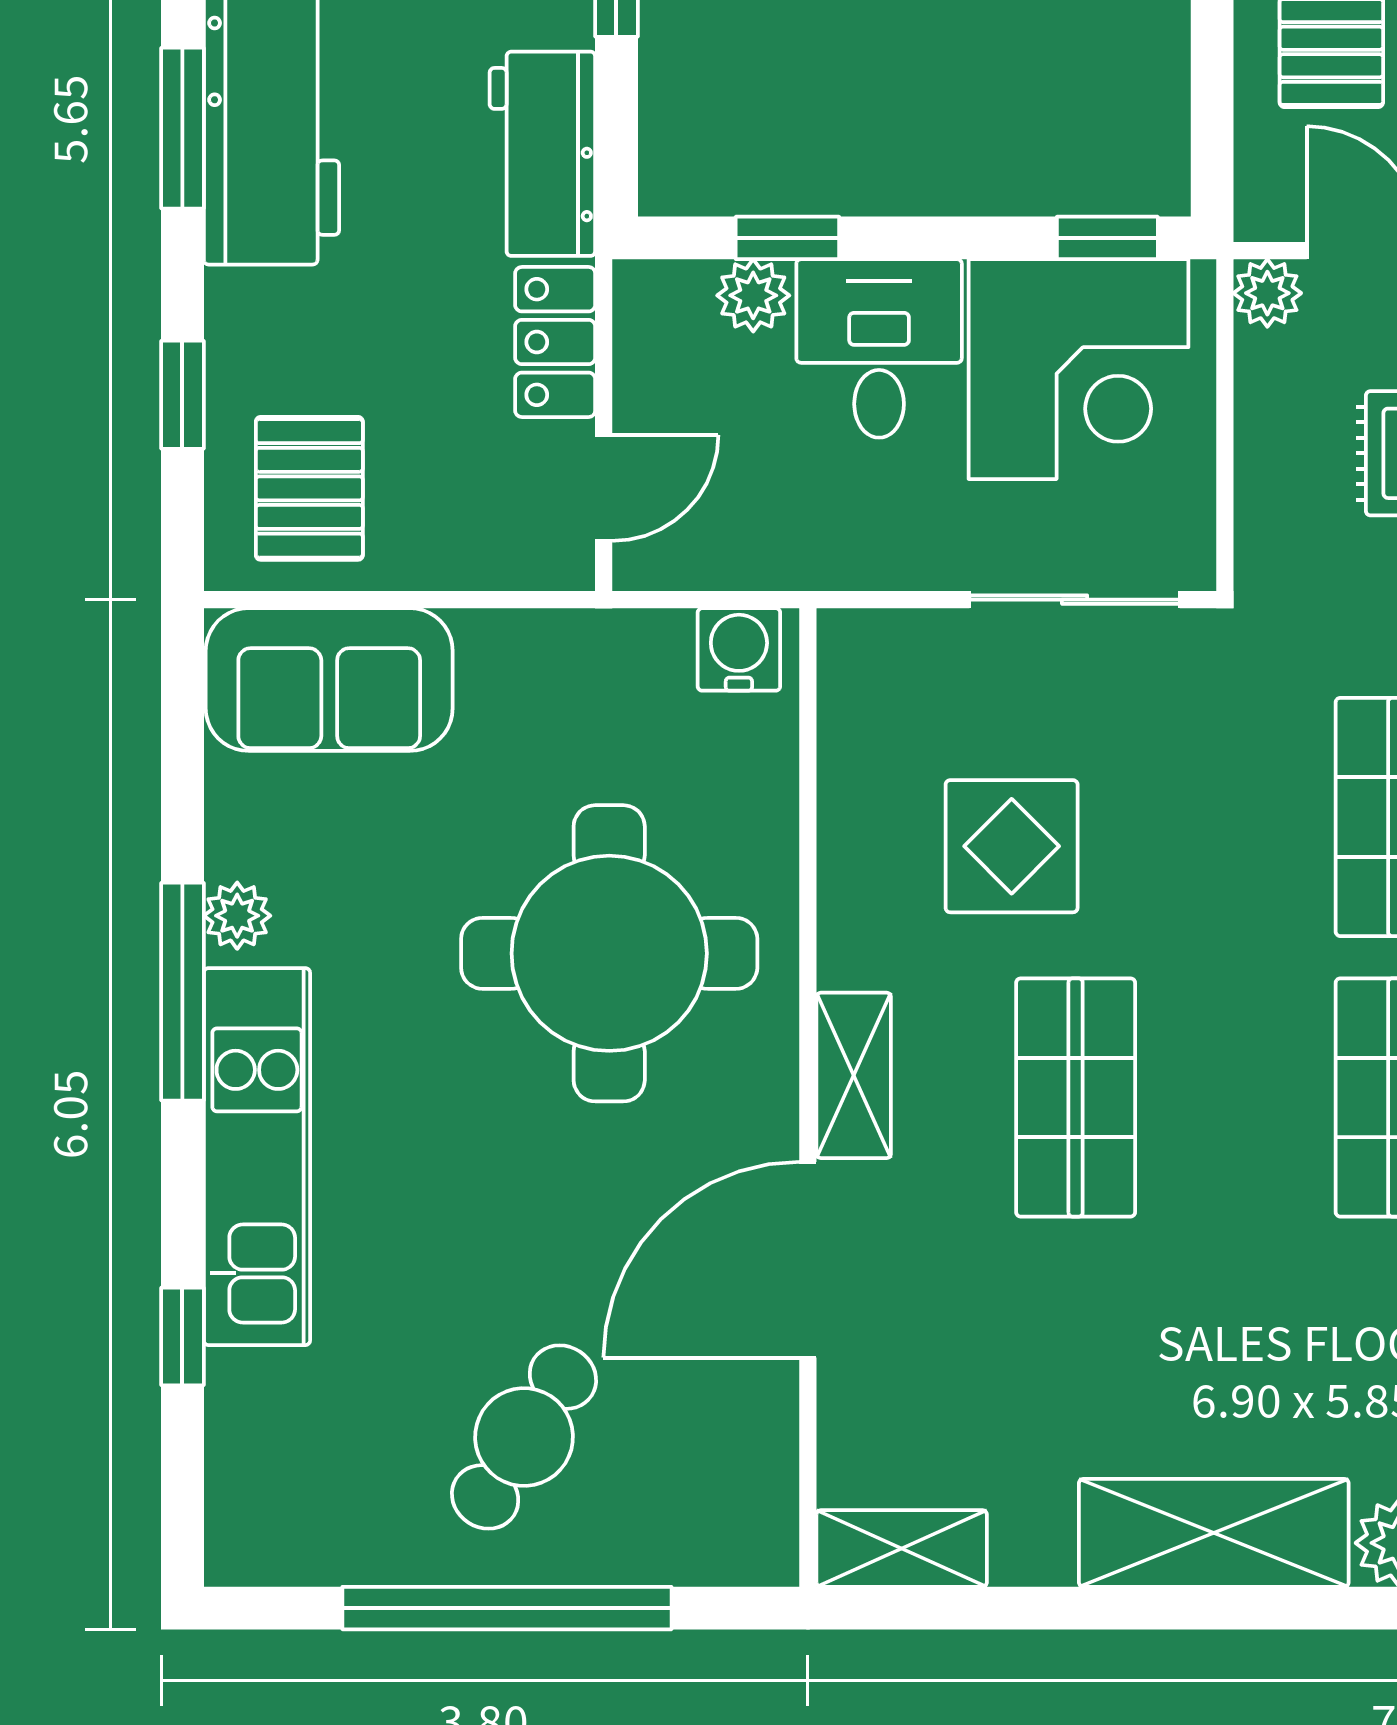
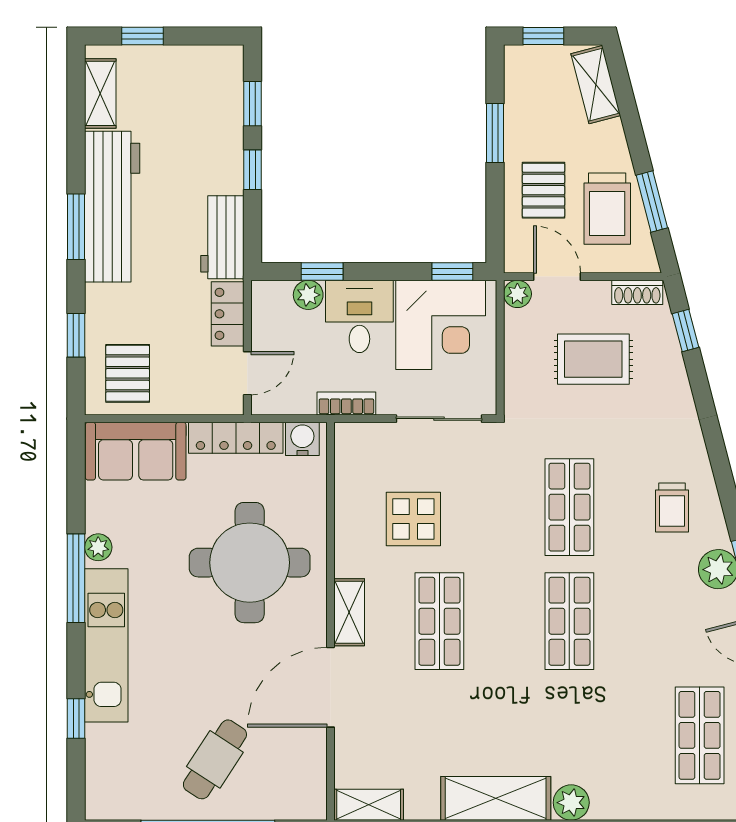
bookcase: (847, 562) -> (346, 403), added
locker: (575, 646) -> (236, 438), added

